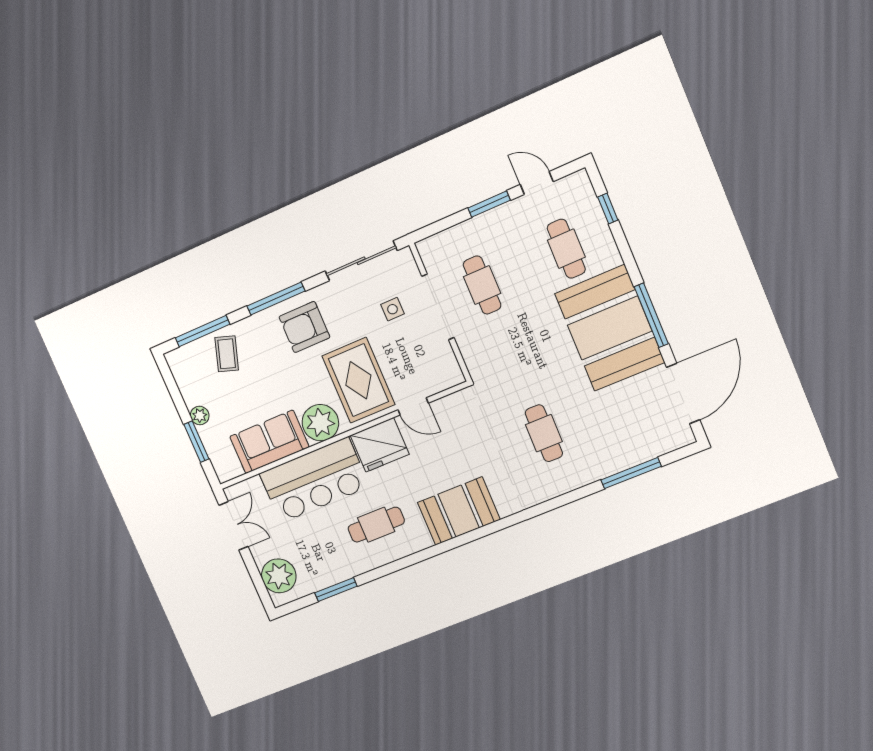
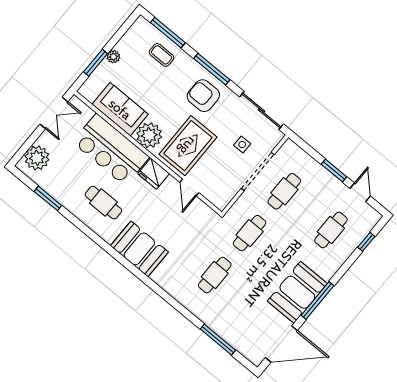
booth: (610, 328) -> (297, 292), width x0.73, depth x0.70
coffee table: (227, 354) -> (161, 55), turned 72
cafe table: (513, 359) -> (250, 233), added
fridge: (380, 445) -> (154, 174), width x0.73, depth x0.75

